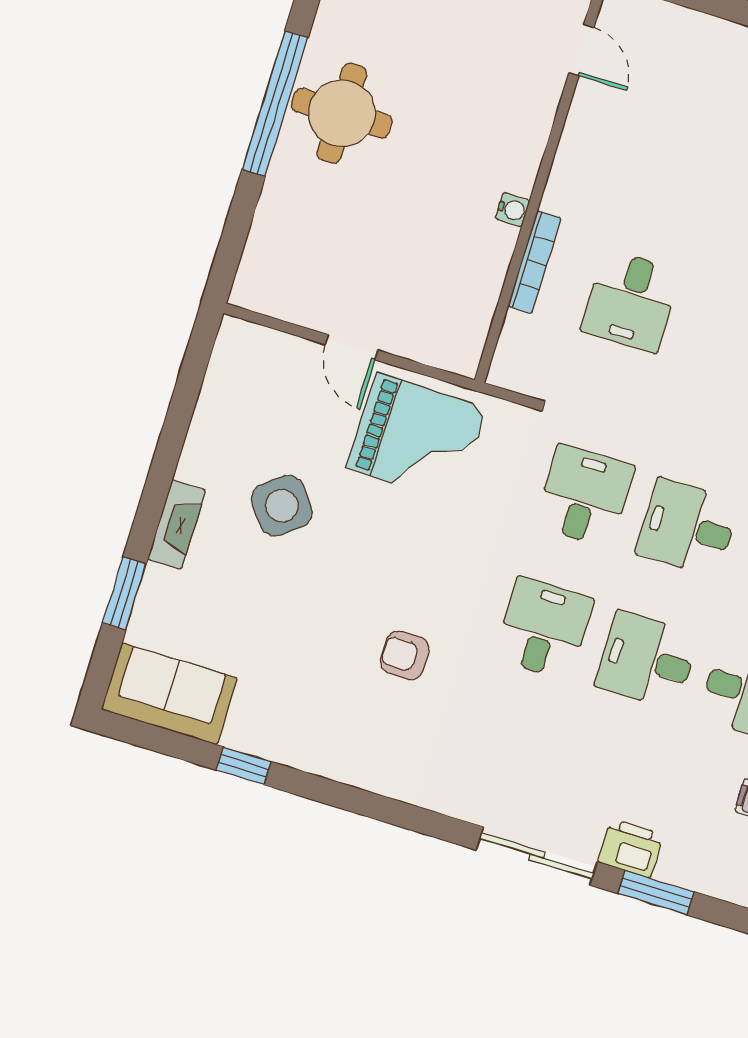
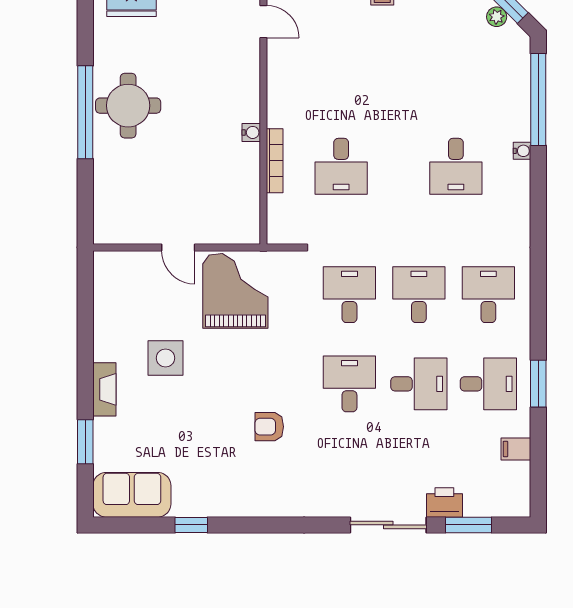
grand piano: (417, 438) -> (235, 291), turned -91
side table: (282, 506) -> (165, 358), turned 37
desk: (688, 527) -> (419, 295), turned 90
desk: (647, 660) -> (419, 384), turned 180

